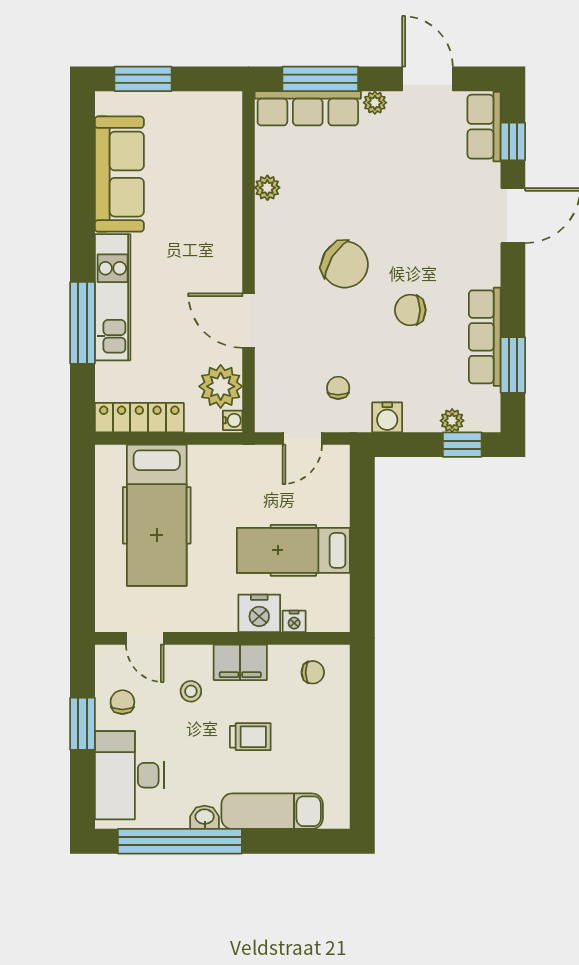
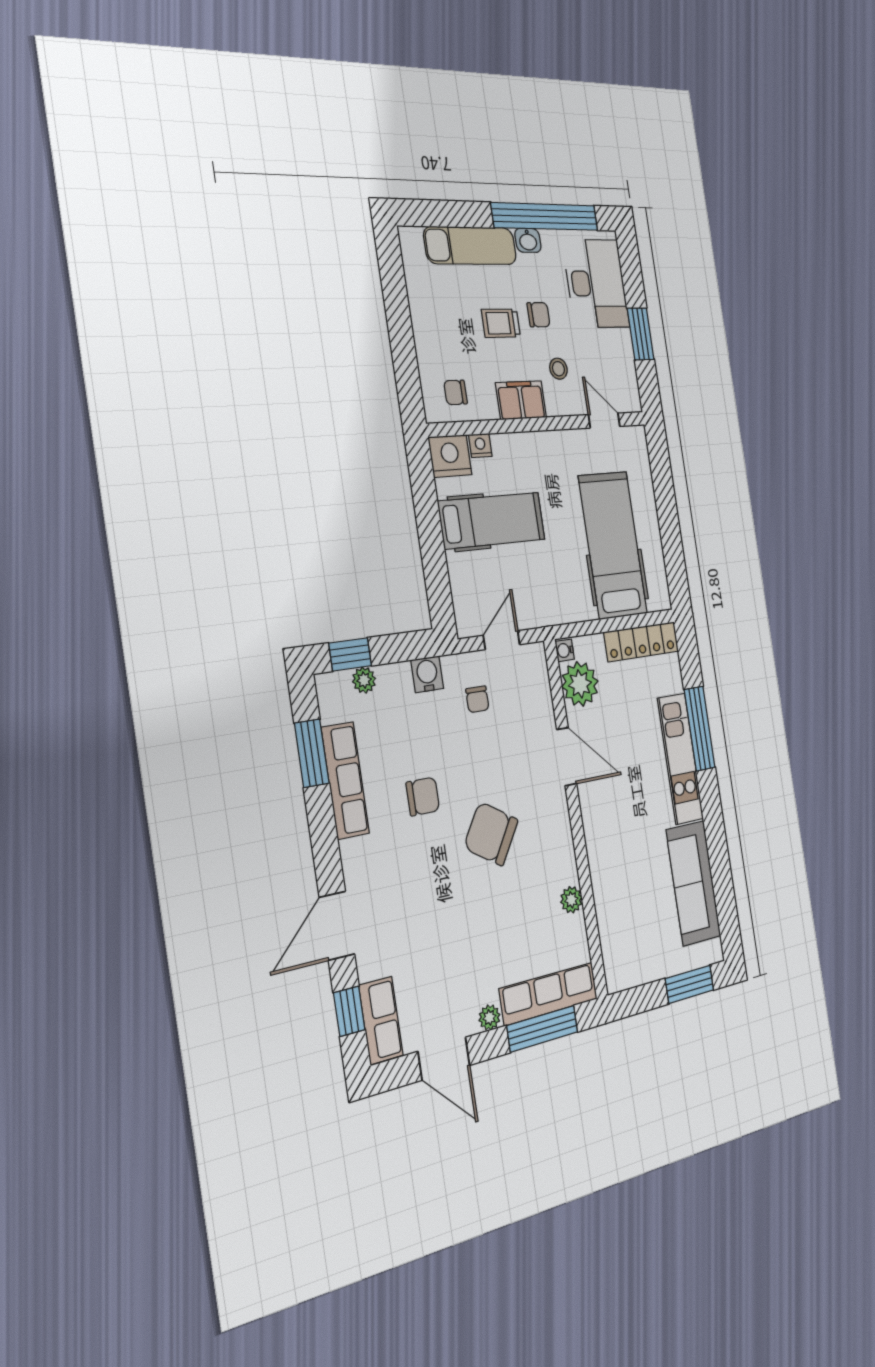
nightstand: (259, 613) -> (450, 456), moved
chair: (122, 702) -> (539, 315), moved, turned -90

